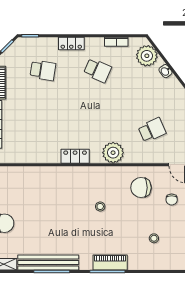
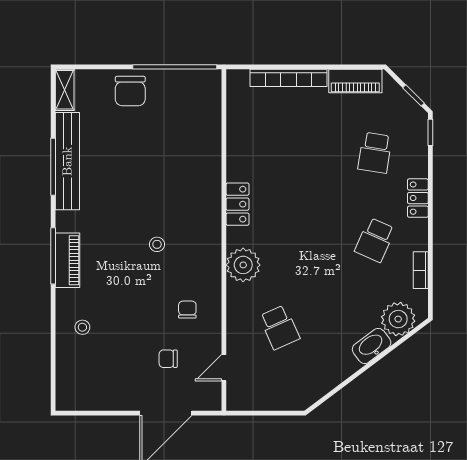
washbasin: (165, 71) -> (372, 346), width x1.91, depth x1.45
chair: (141, 188) -> (187, 310), width x0.54, depth x0.54
stool: (154, 238) -> (82, 327), moved

